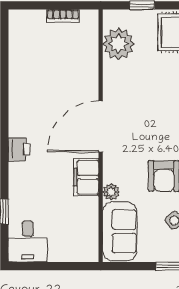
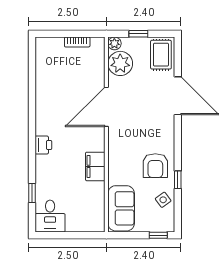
door: (101, 126) -> (106, 107), moved
plant: (111, 192) -> (114, 43), moved

